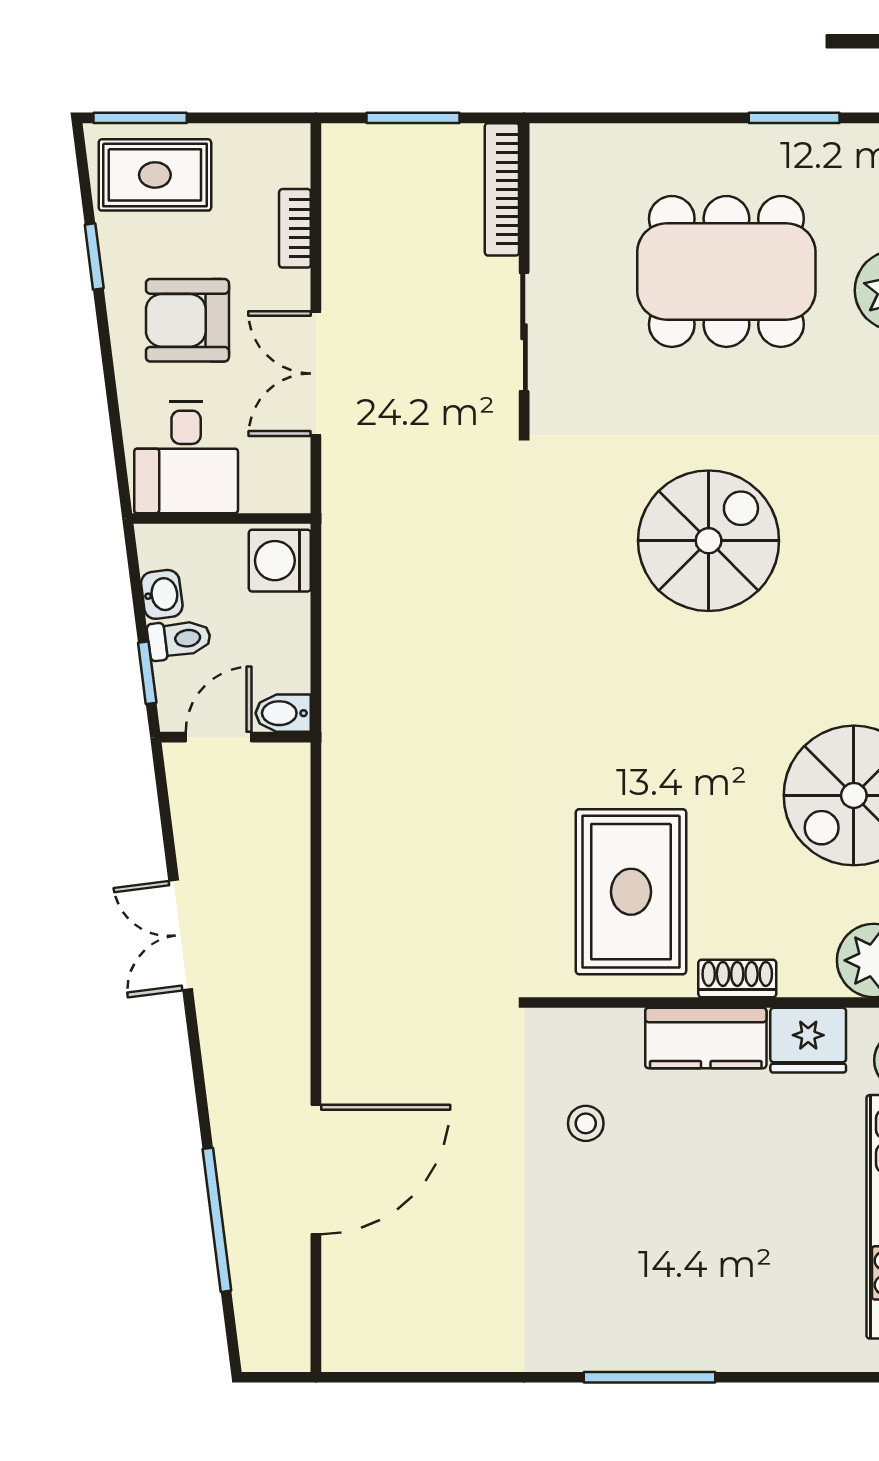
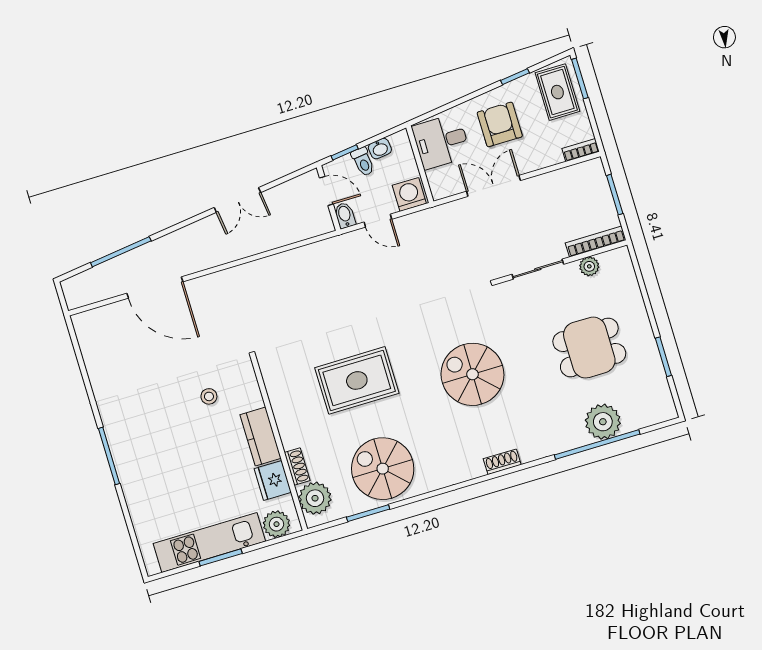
plant: (551, 219) -> (589, 266), added
bookcase: (295, 228) -> (581, 150), moved
dining table: (726, 271) -> (589, 348), width x0.73
spiral stairs: (709, 541) -> (472, 374), turned 180
door: (316, 645) -> (378, 221), added
rug: (631, 892) -> (357, 380), moved
double door: (181, 935) -> (237, 200), swing flipped
shoe rack: (737, 978) -> (297, 467), moved

